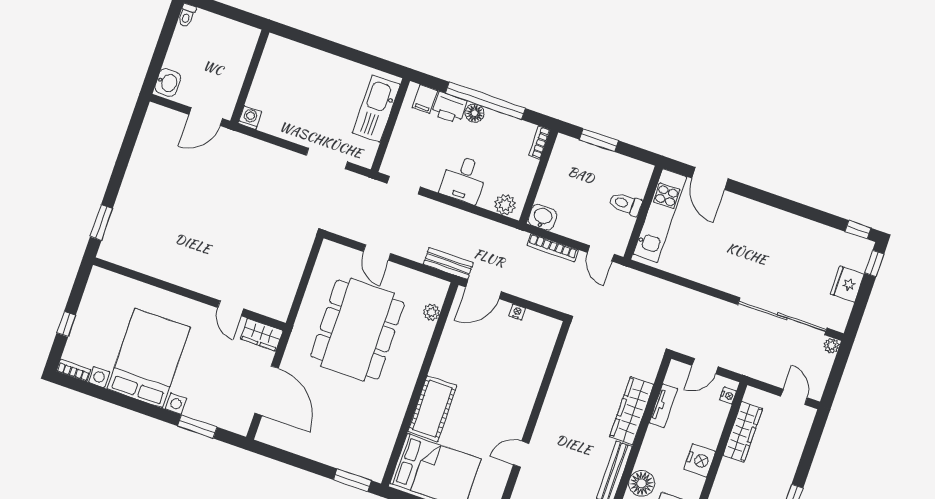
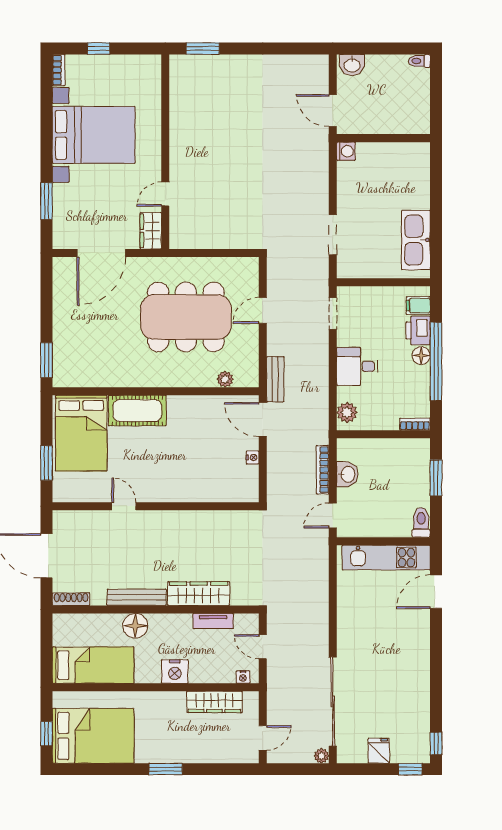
kitchen sink: (376, 109) -> (416, 240), moved, turned -90
toilet: (625, 204) -> (421, 522), moved
washbasin: (543, 217) -> (347, 474), moved
fridge: (847, 284) -> (379, 751), width x0.72

